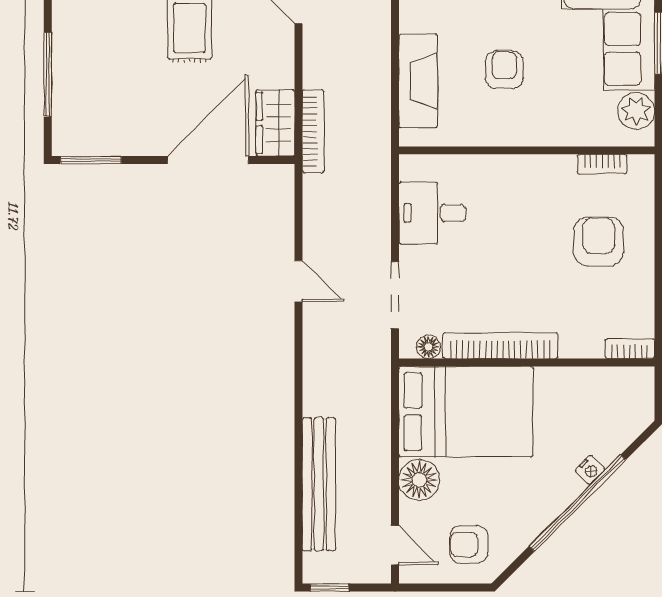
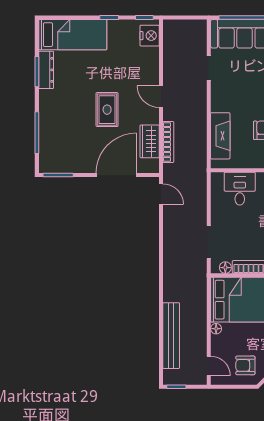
wardrobe: (275, 123) -> (150, 141), moved
bookcase: (313, 131) -> (168, 142), moved
desk: (432, 213) -> (240, 189), moved, turned 90
door: (299, 281) -> (161, 194), moved
floor lamp: (419, 480) -> (216, 329), width x0.53, depth x0.53

